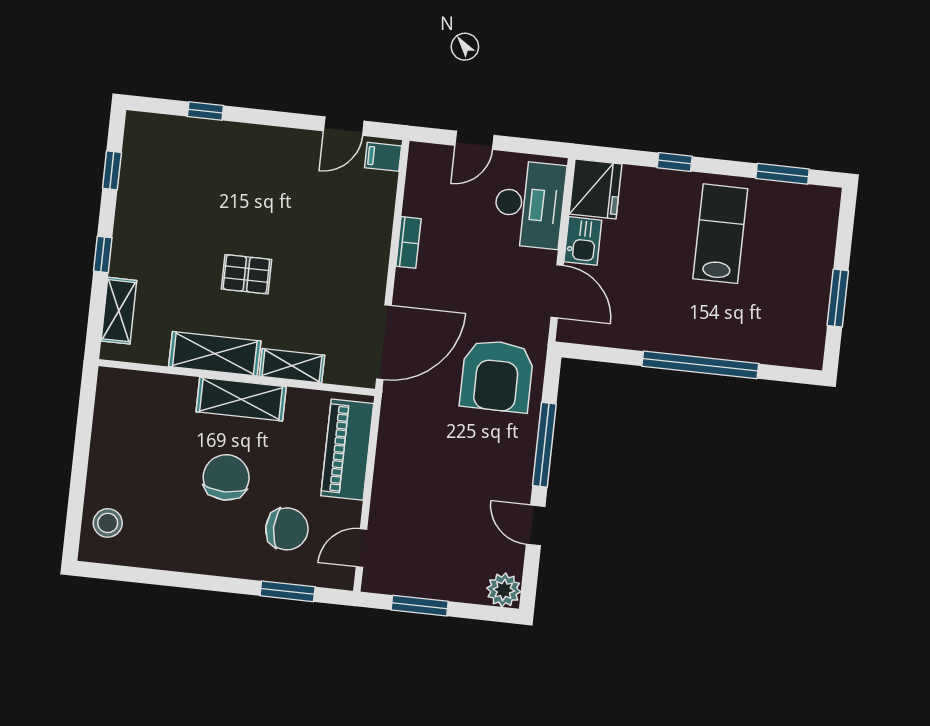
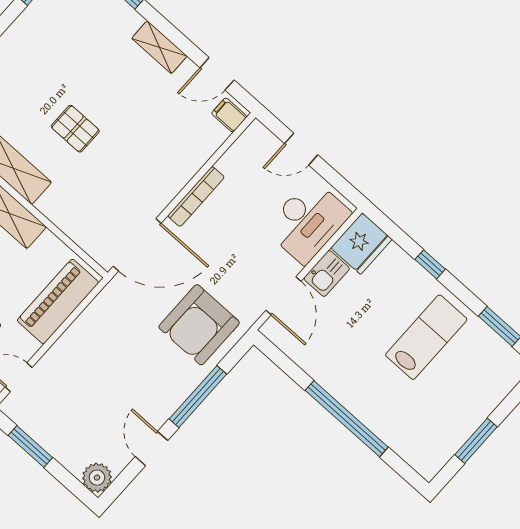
bookcase: (408, 242) -> (196, 196), width x1.56
shelving: (292, 366) -> (159, 47), moved

